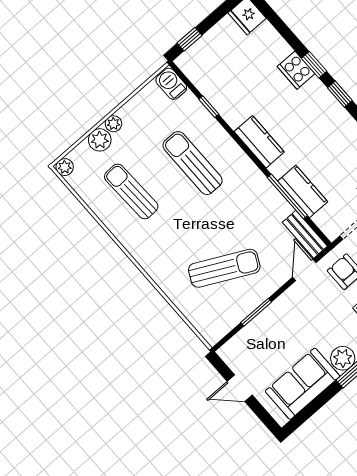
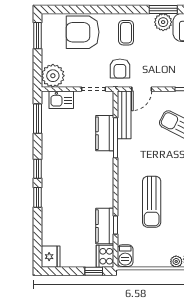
cooker: (296, 70) -> (105, 256), moved, turned 180
kitchen counter: (259, 142) -> (105, 226), moved
bench: (305, 234) -> (124, 115), width x1.36

